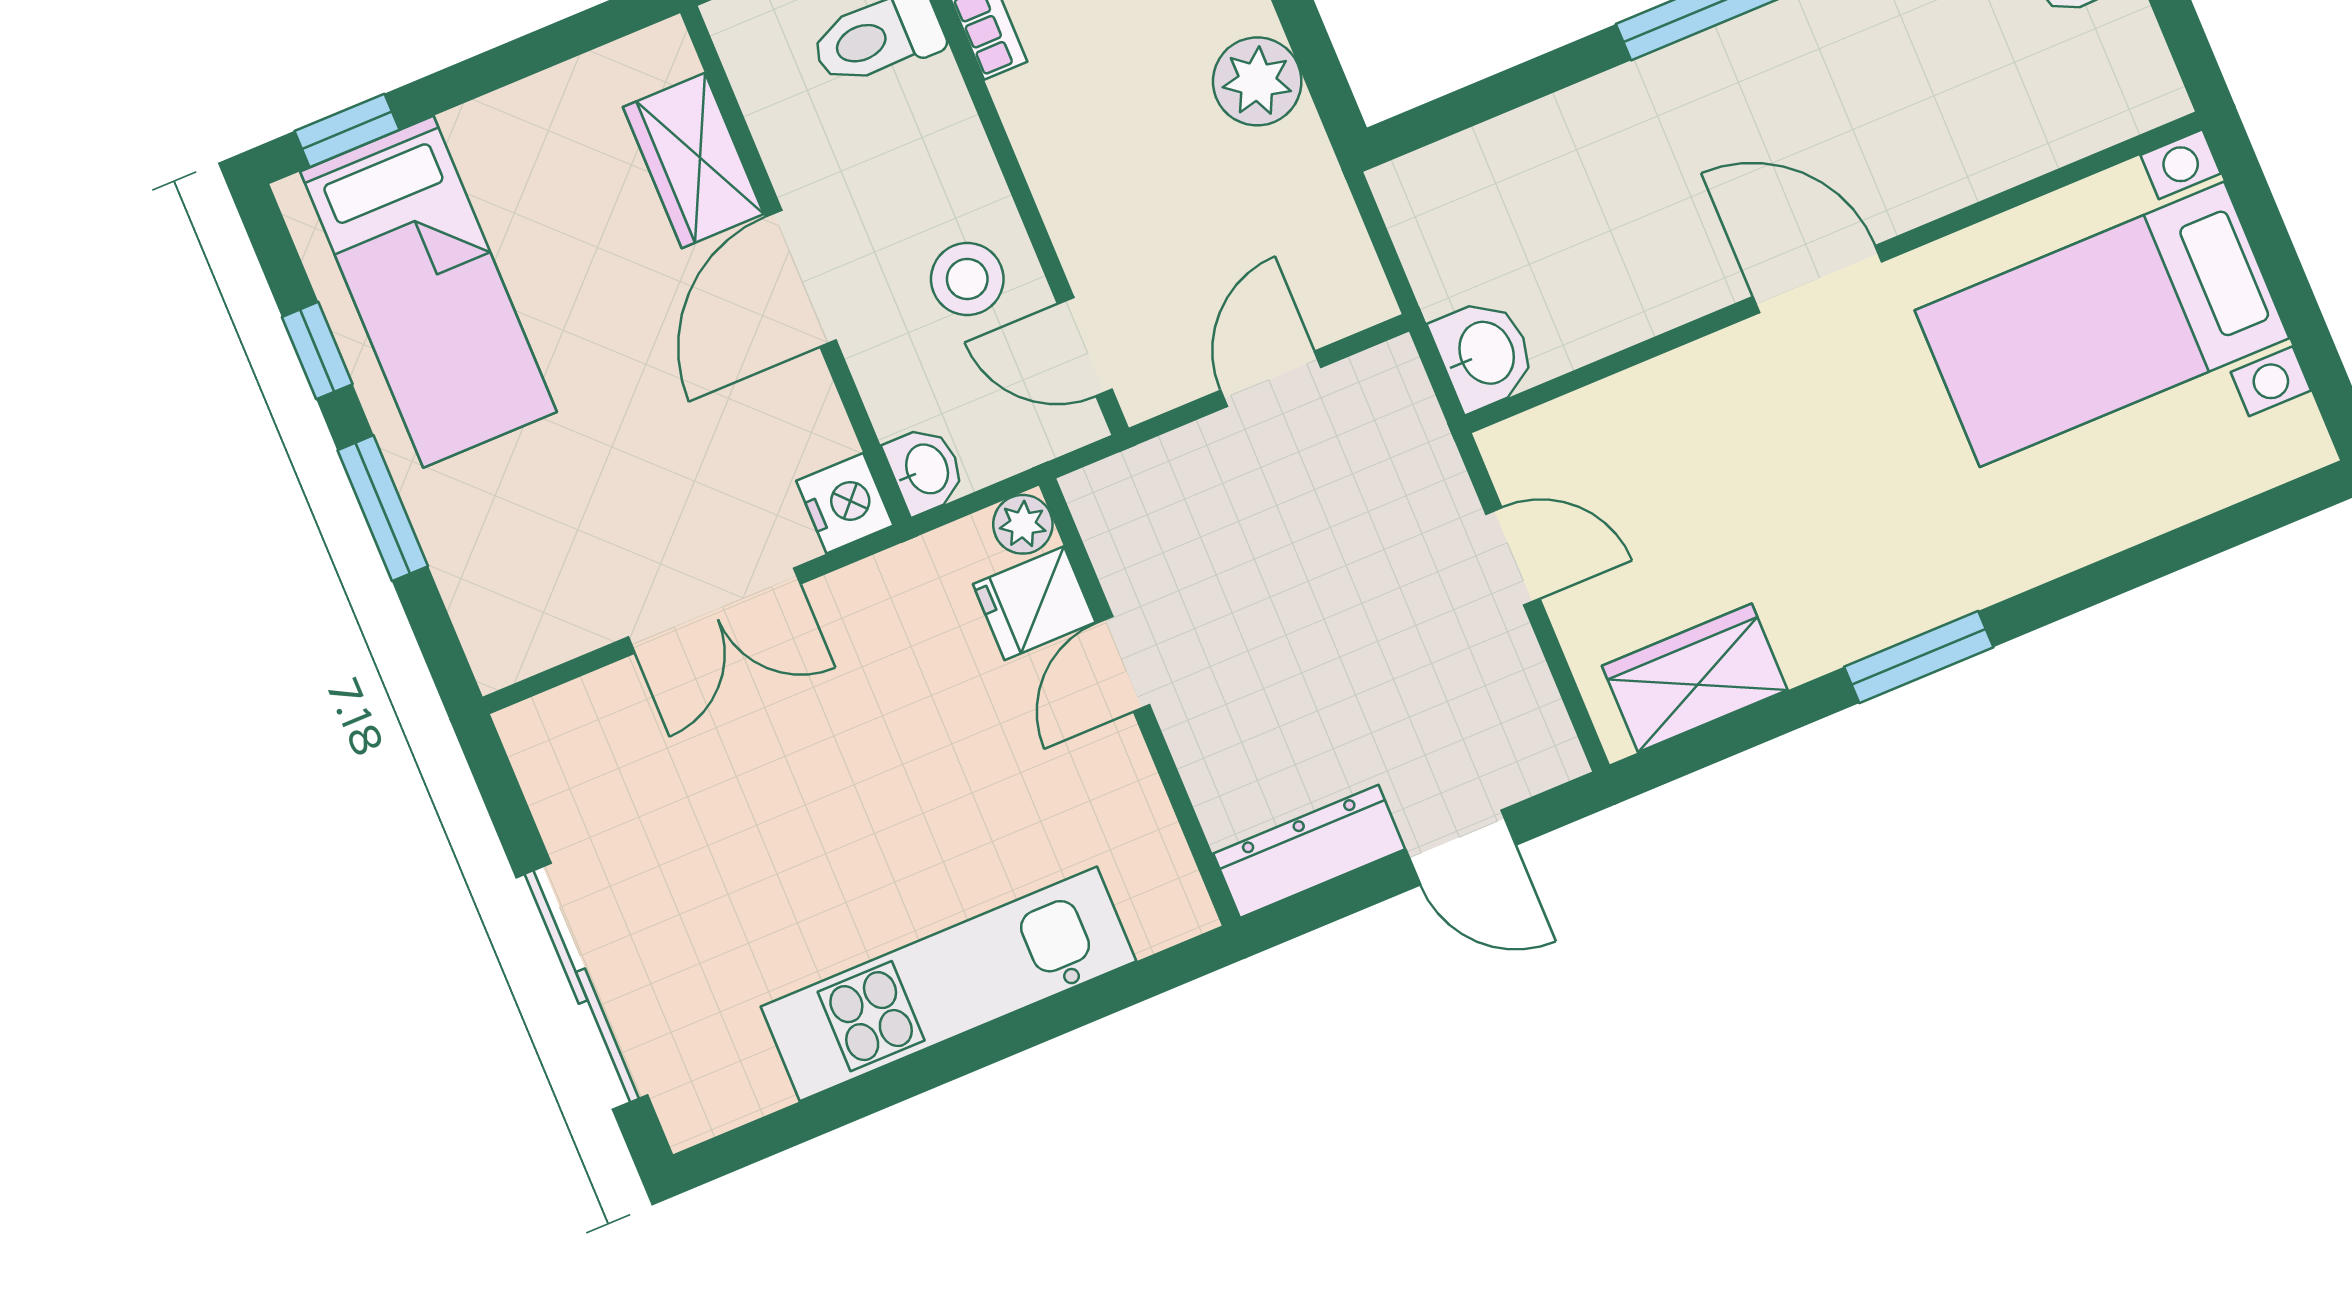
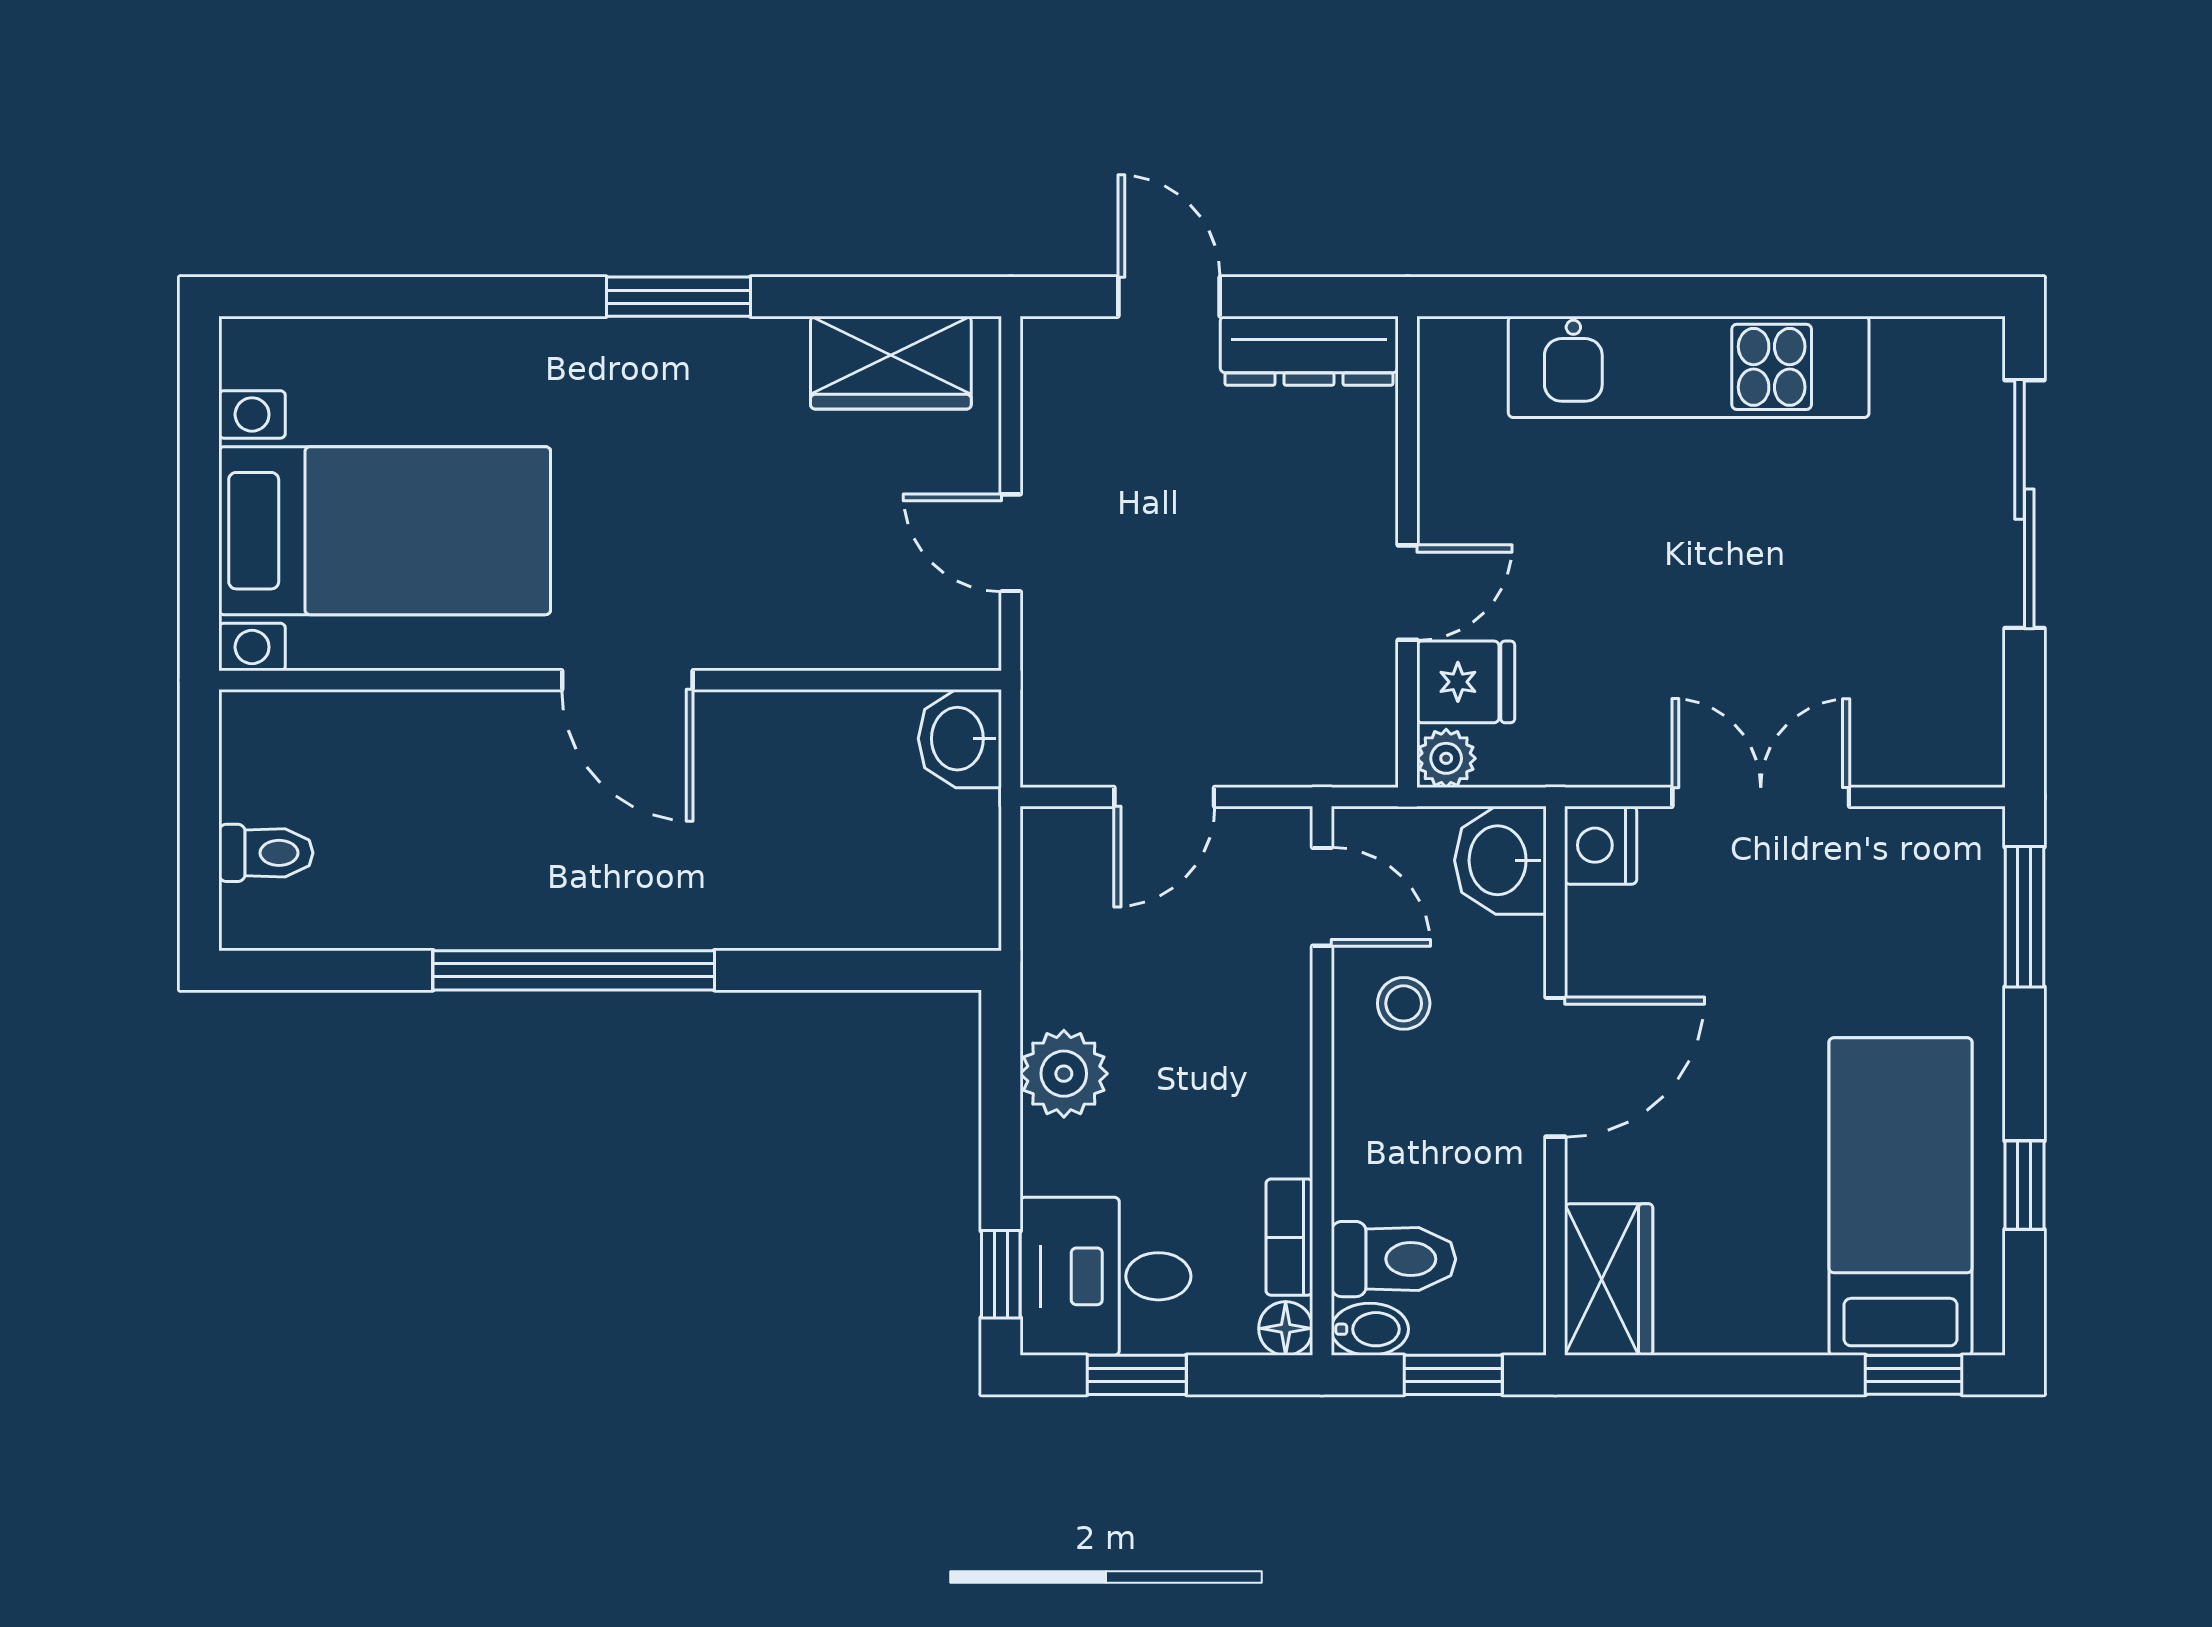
wardrobe: (693, 161) -> (1609, 1280), moved
stool: (967, 279) -> (1404, 1003), width x0.73, depth x0.73
washbasin: (925, 470) -> (1500, 860), width x1.38, depth x1.45
window: (383, 508) -> (2024, 917), moved

